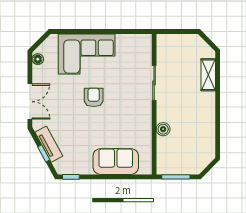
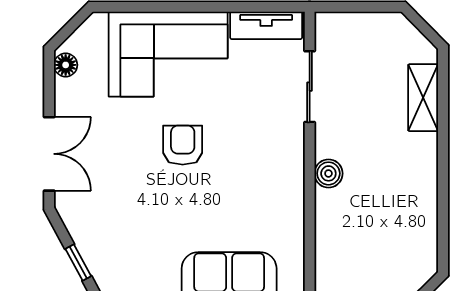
sliding door: (154, 83) -> (310, 87), moved
boiler: (163, 129) -> (328, 173), moved
tv unit: (49, 144) -> (266, 25), moved, turned 118

